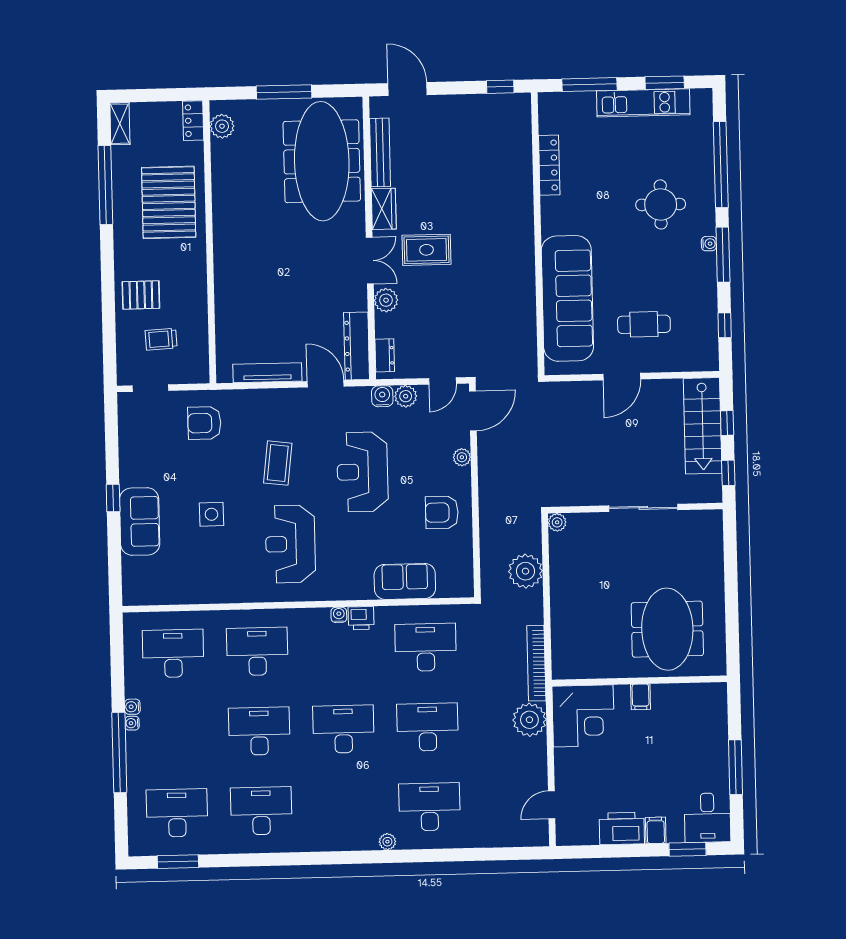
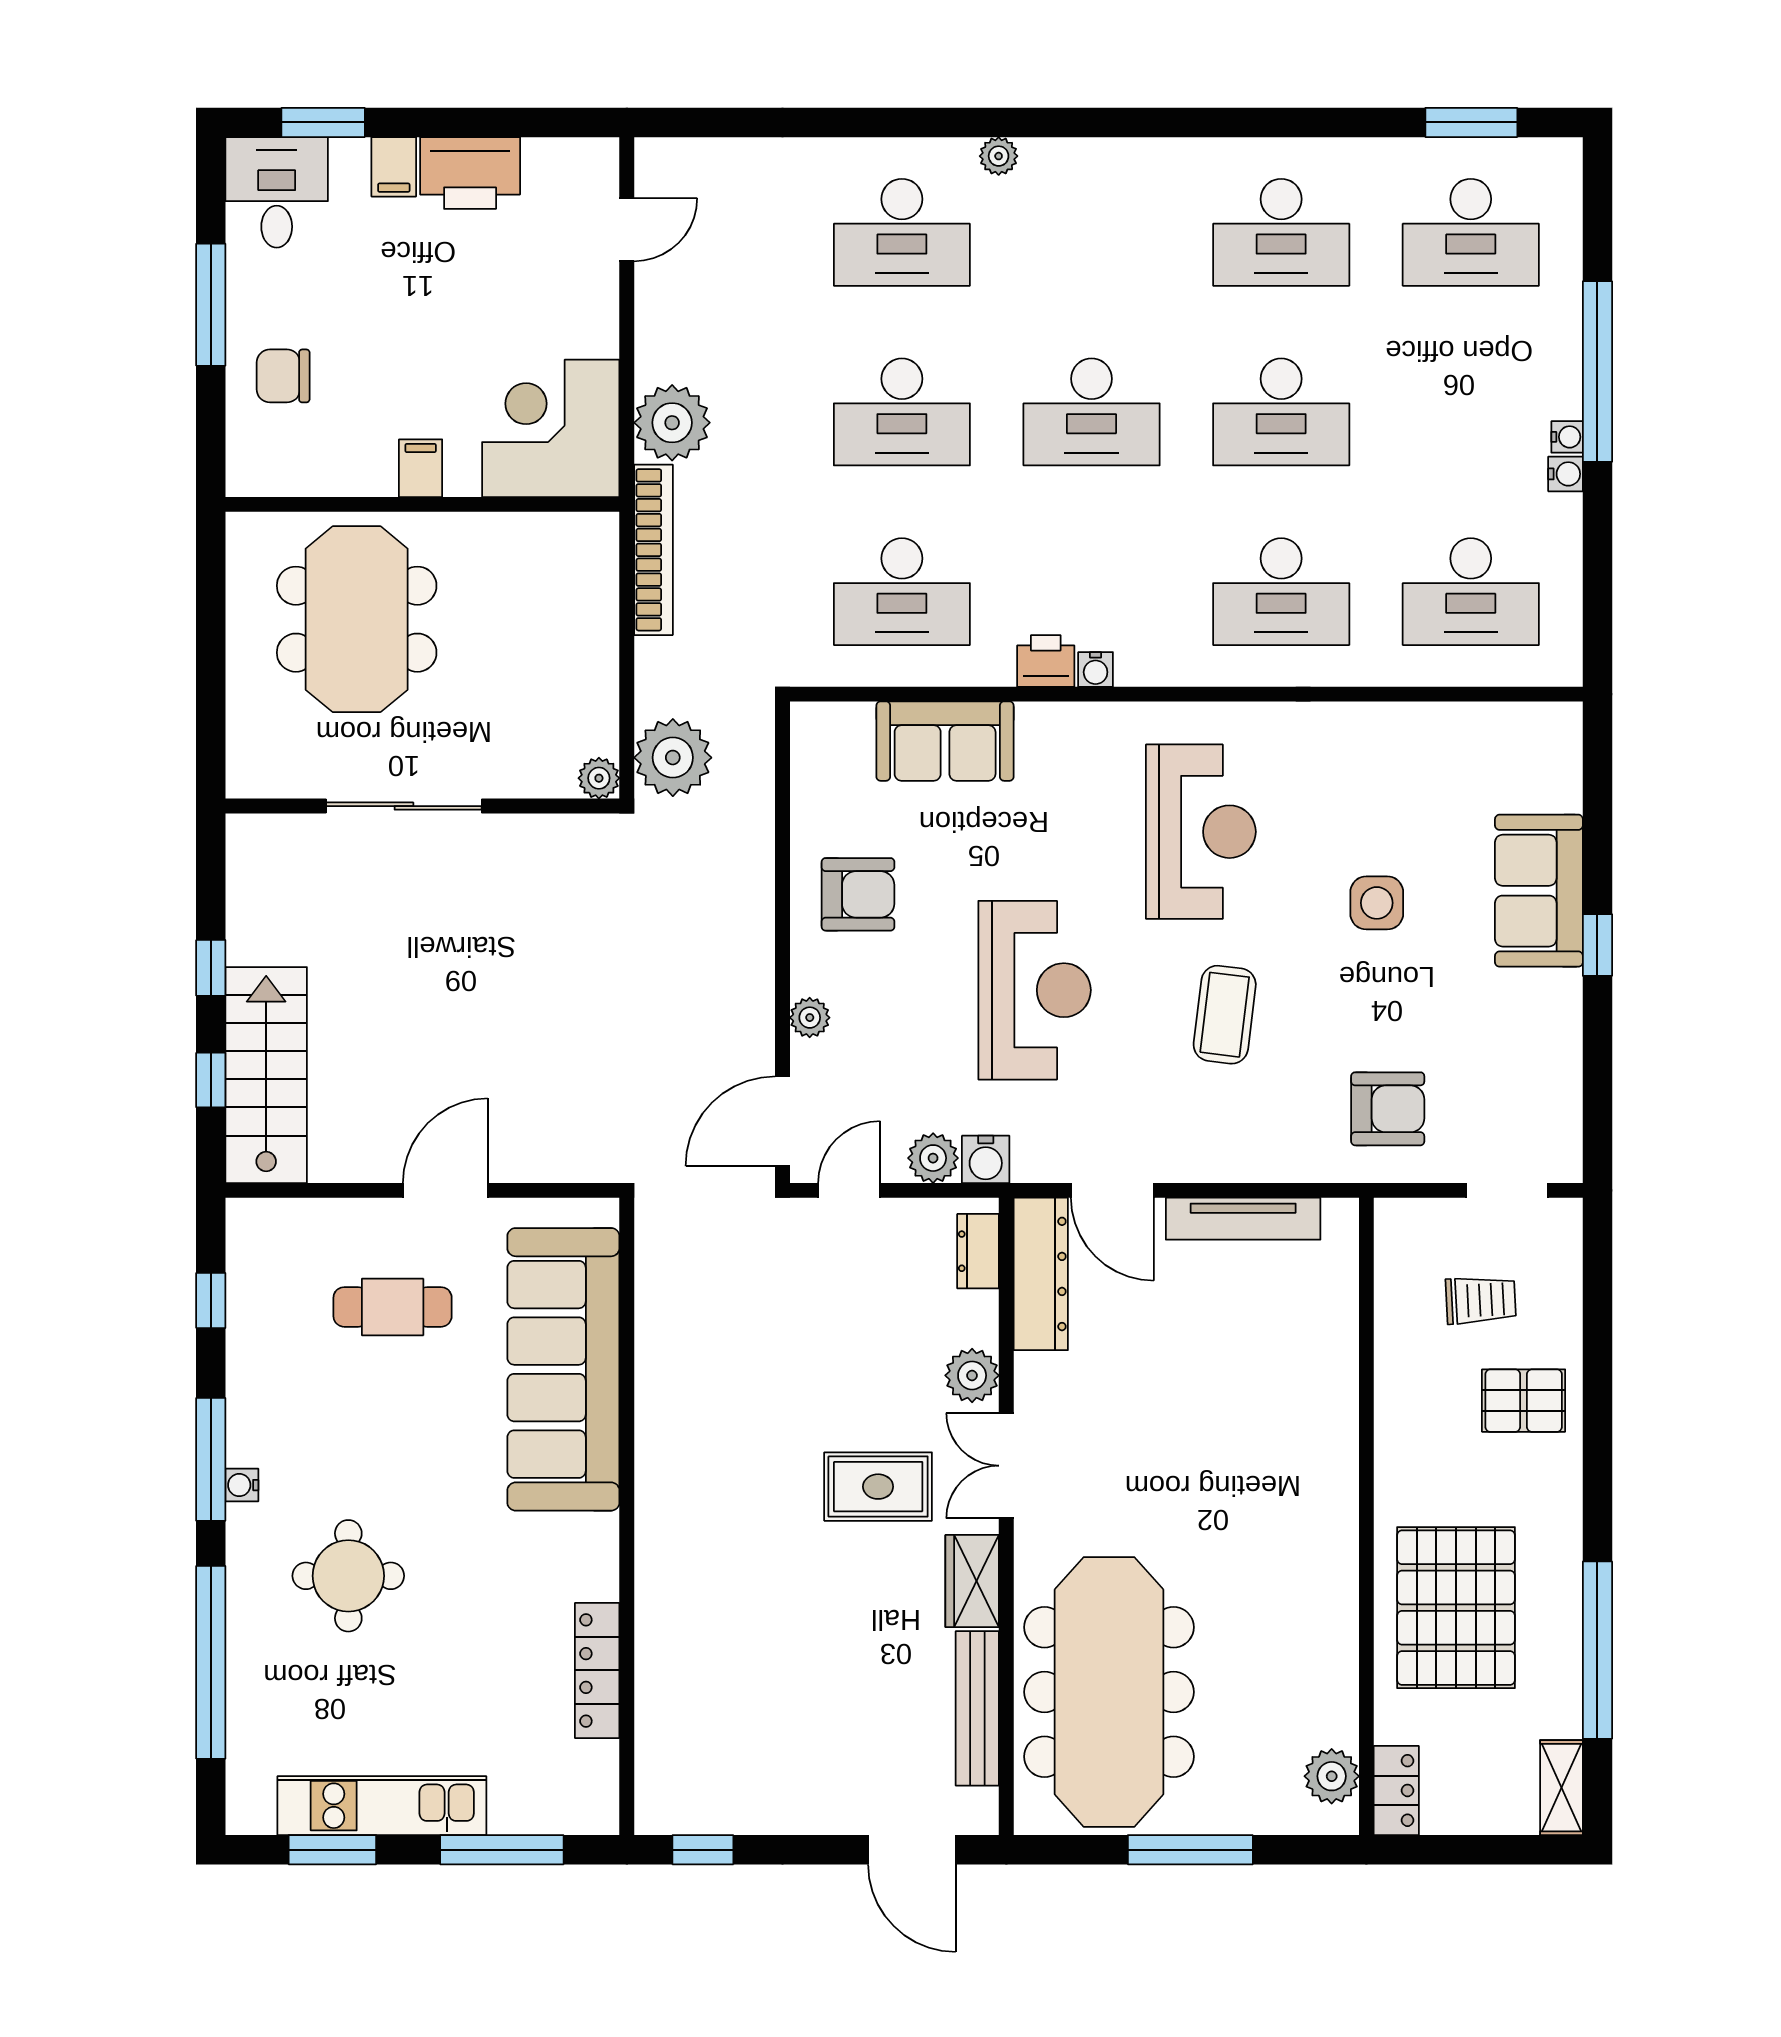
wall: (635, 508) -> (422, 806), moved
sliding door: (643, 508) -> (404, 806), moved
plant: (557, 522) -> (599, 778), moved
chair: (703, 736) -> (283, 376), added

